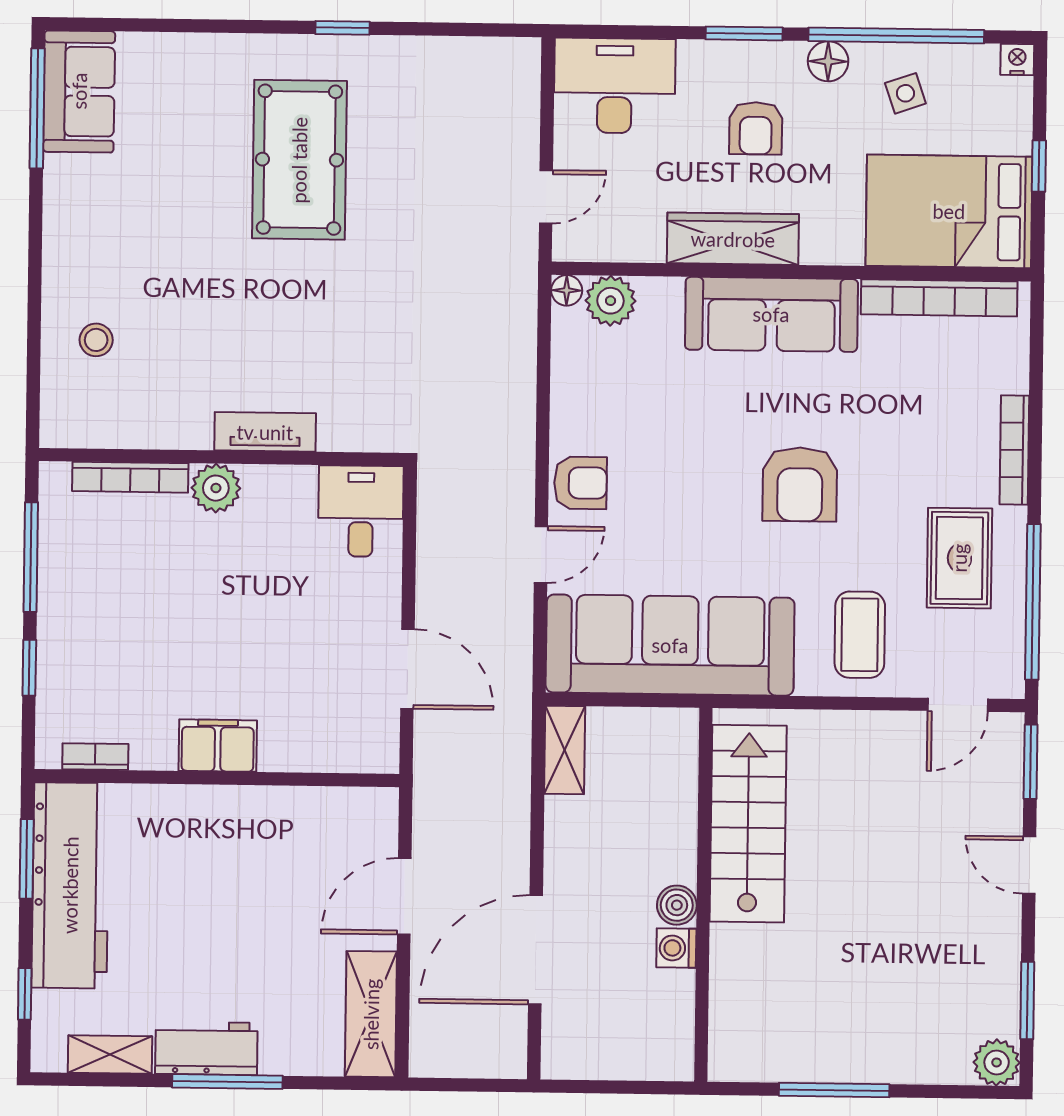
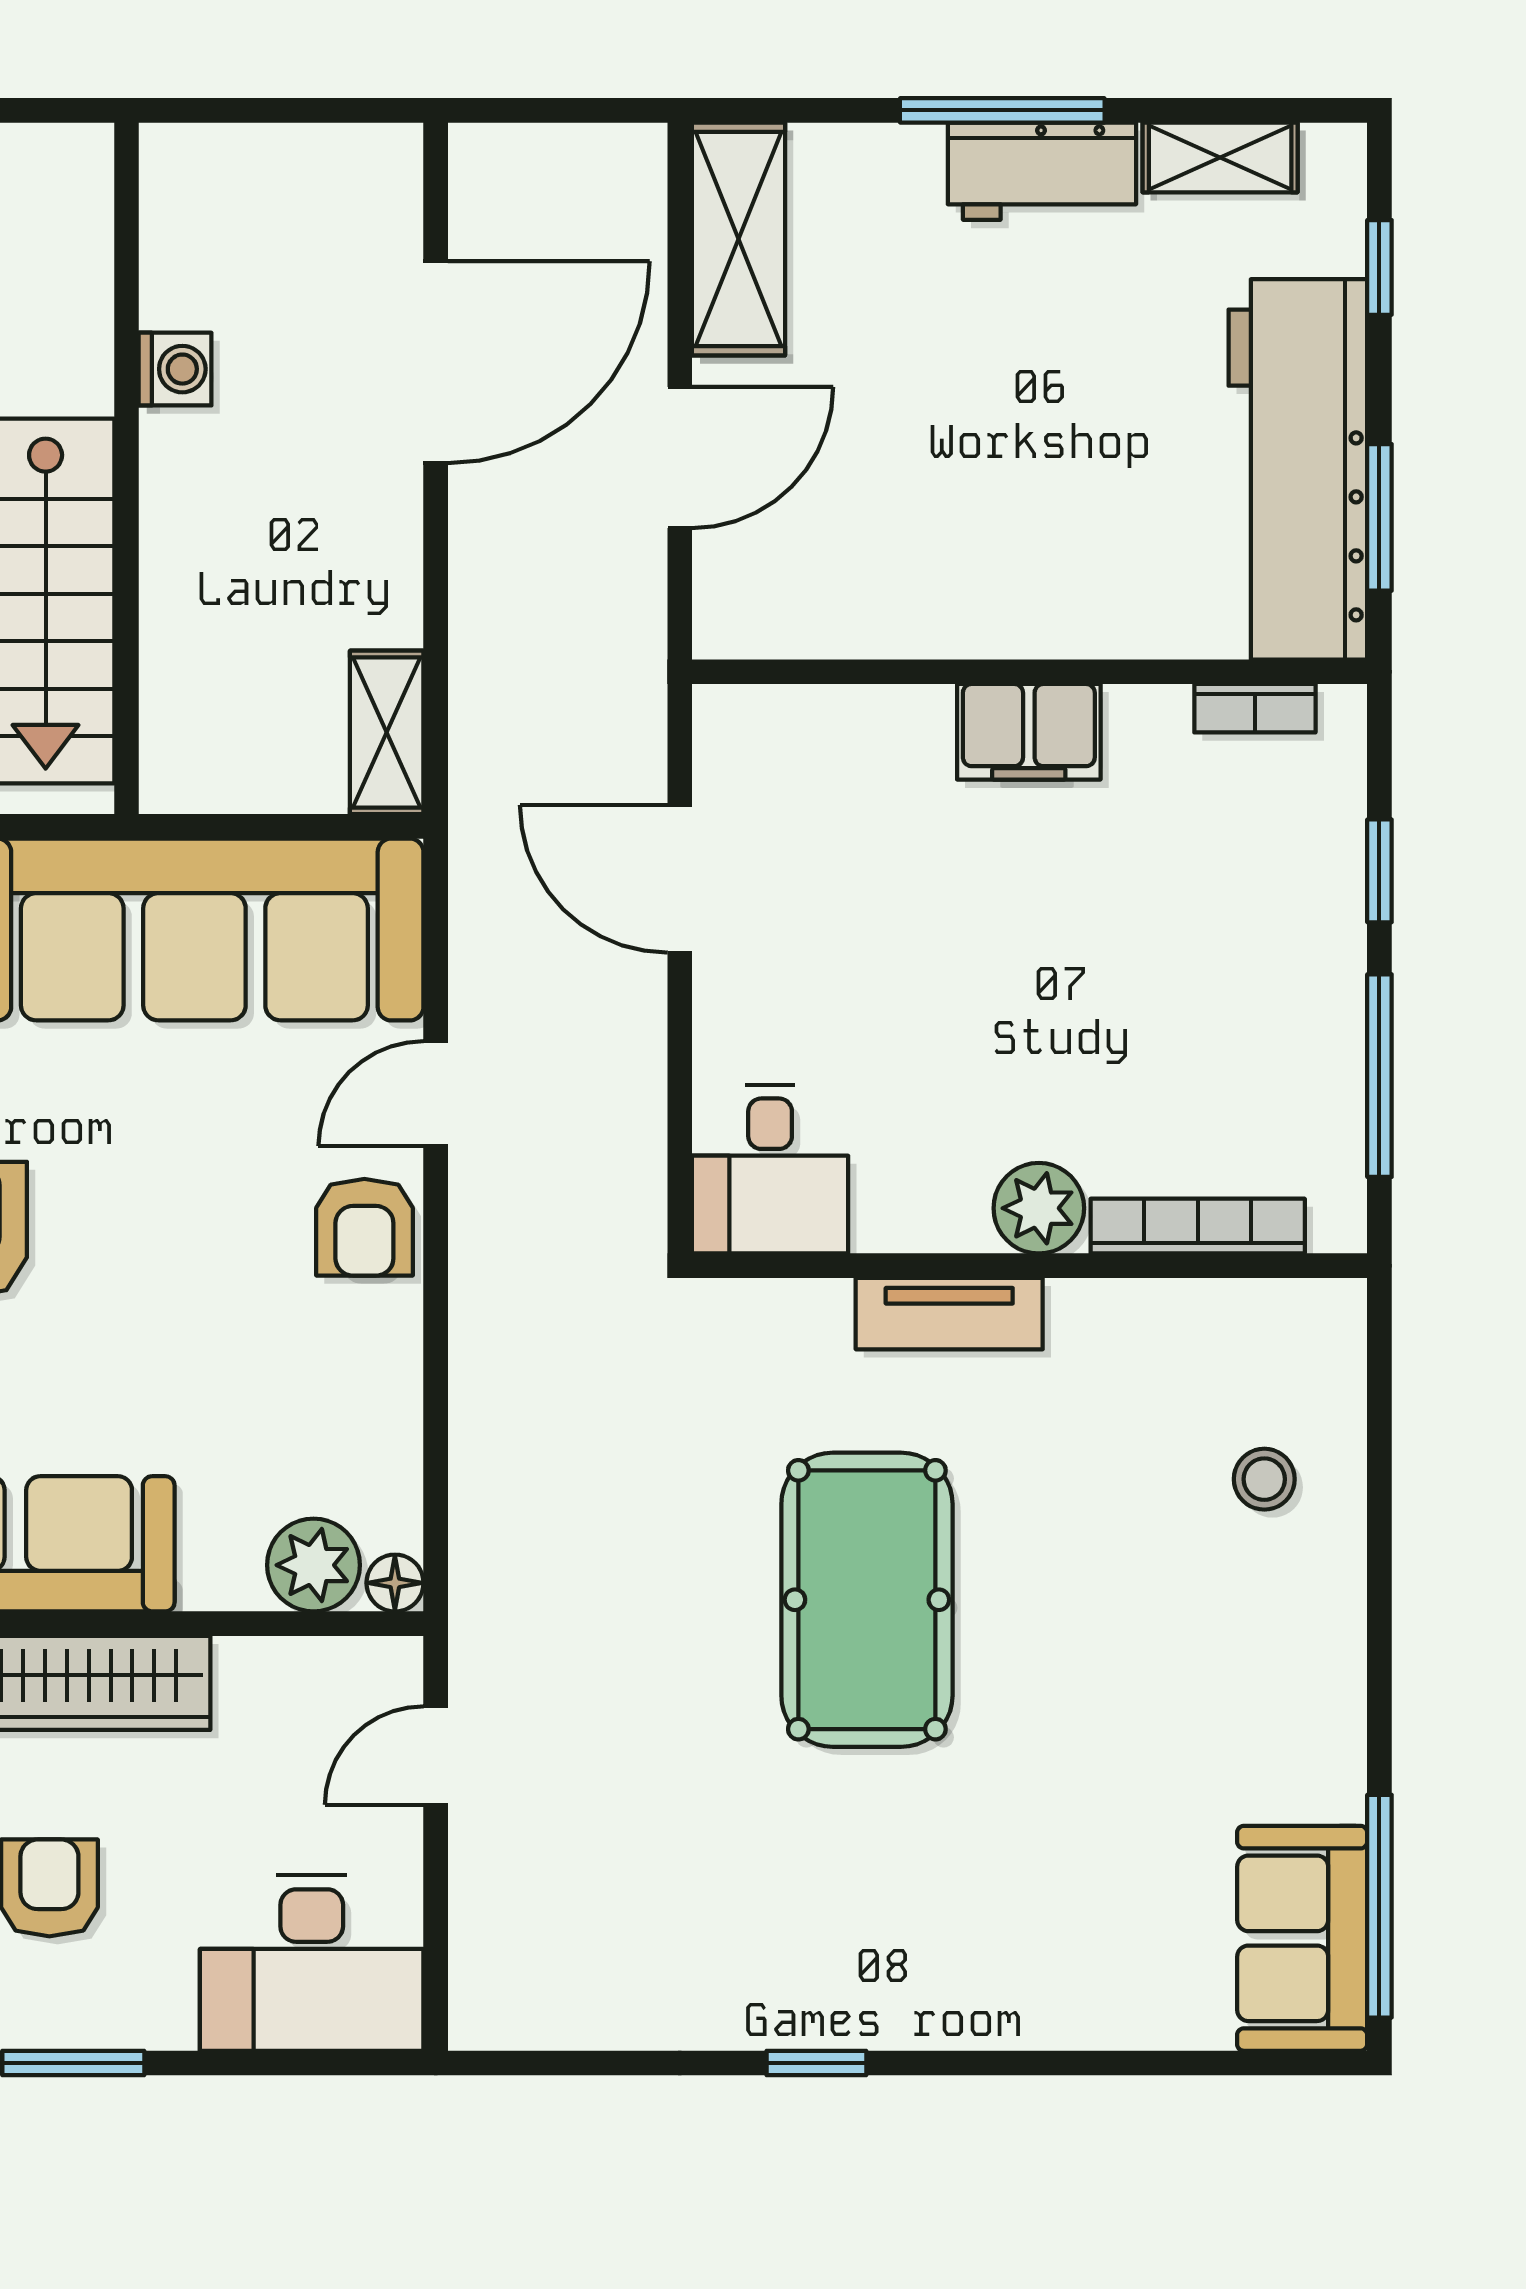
pool table: (299, 160) -> (867, 1600), moved
armchair: (580, 483) -> (364, 1227), turned -90
boiler: (677, 905) -> (175, 449), removed

